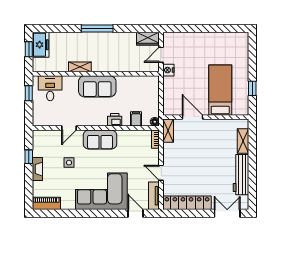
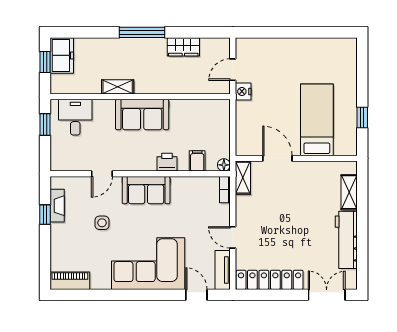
wardrobe: (148, 39) -> (183, 47), moved
fireplace: (37, 169) -> (57, 206), moved

